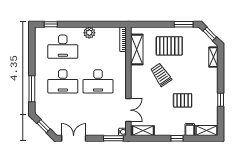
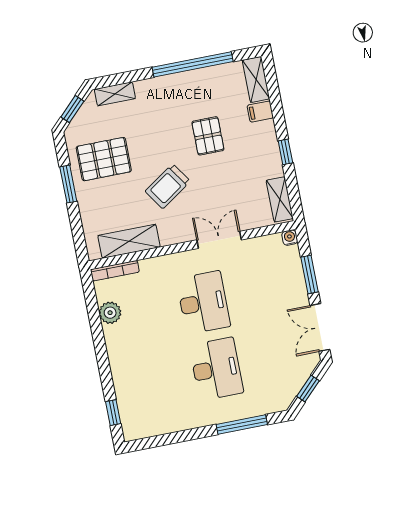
window: (184, 24) -> (68, 184), moved
plant: (89, 33) -> (110, 313), moved
pallet: (169, 46) -> (104, 159), moved, turned 90
desk: (63, 47) -> (151, 382), removed
window: (221, 100) -> (193, 64), width x3.17
double door: (128, 110) -> (219, 240), moved
window: (113, 138) -> (309, 274), moved
window: (177, 138) -> (285, 152), moved

